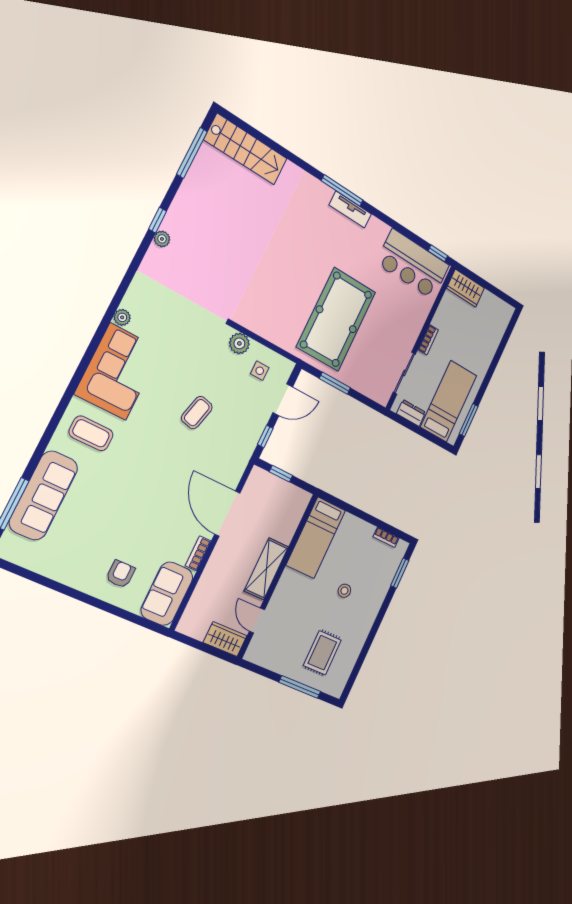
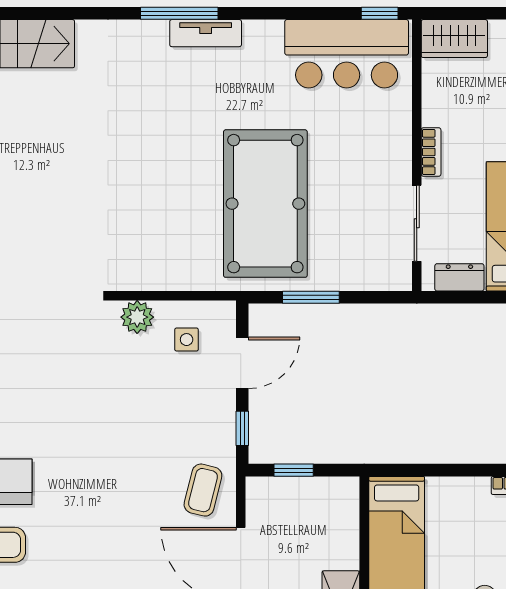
coffee table: (197, 413) -> (203, 490), moved

